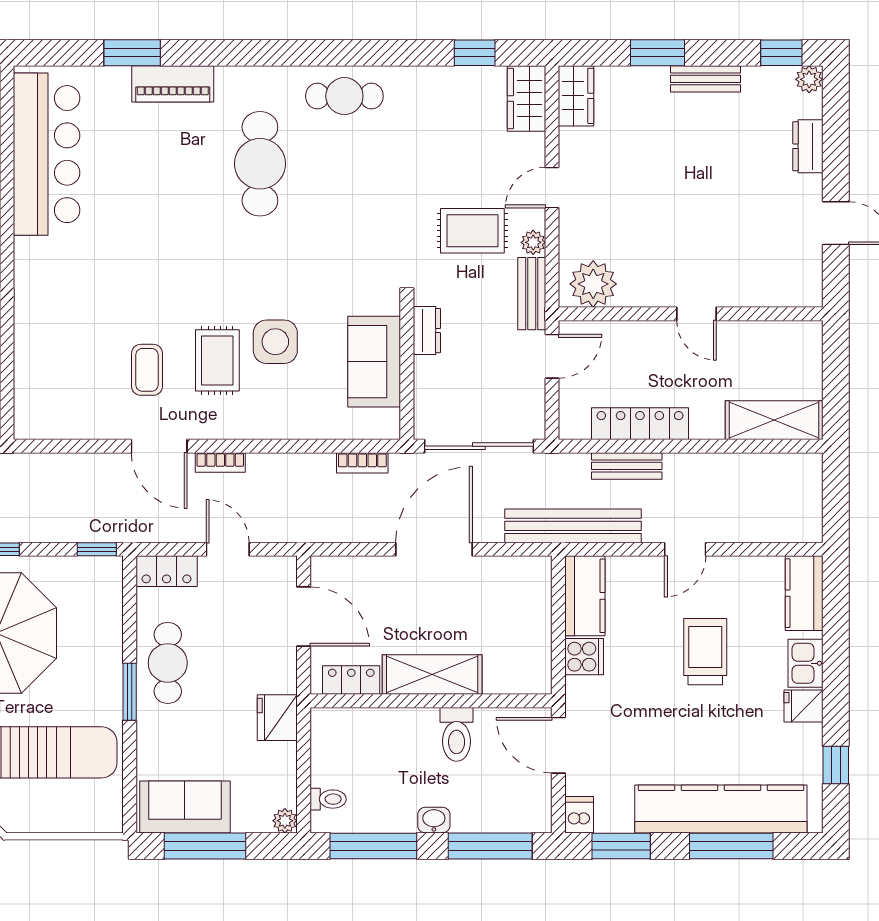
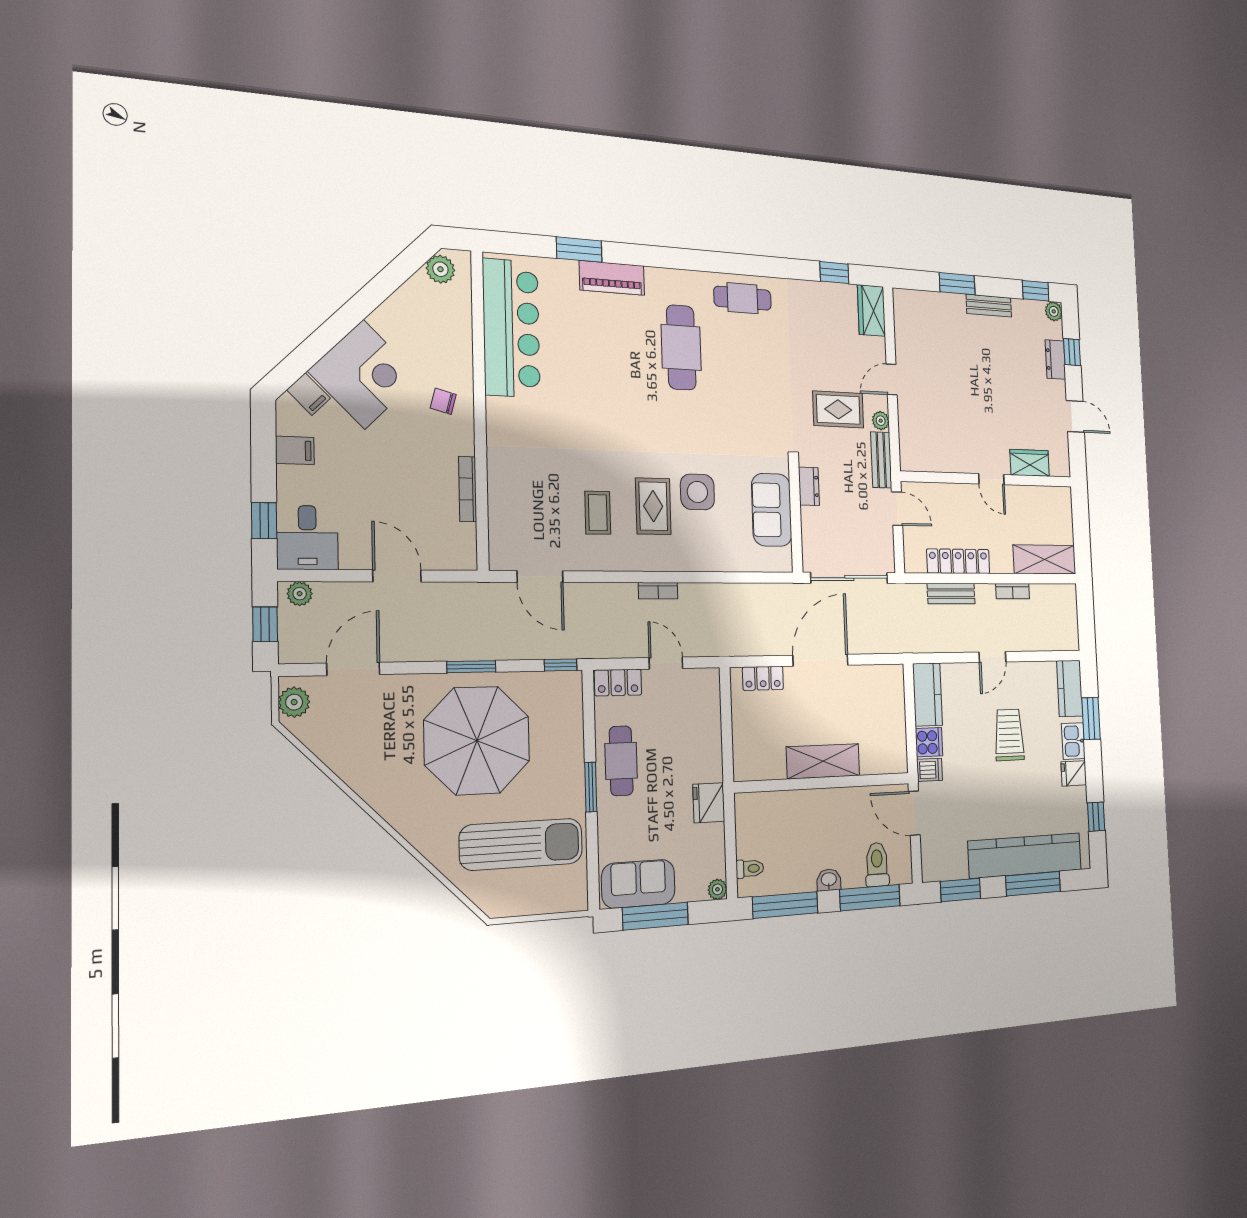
wardrobe: (576, 96) -> (1030, 463), moved, turned -90
window: (836, 134) -> (1072, 352), added
plant: (593, 284) -> (923, 454), removed
door: (552, 356) -> (897, 509), hinge flipped
door: (159, 446) -> (540, 577), moved
bookcase: (362, 463) -> (1013, 591), moved
bench: (573, 526) -> (917, 640), removed
door: (304, 616) -> (726, 717), removed
window: (836, 634) -> (1091, 719), added
locker: (351, 680) -> (763, 678), moved, turned 180
toilet: (457, 734) -> (877, 865), moved, turned 180
dishwasher: (579, 815) -> (930, 770), moved, turned 90

